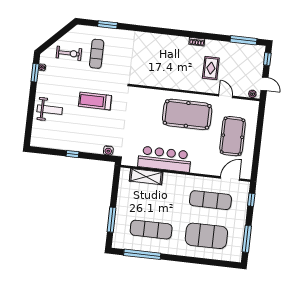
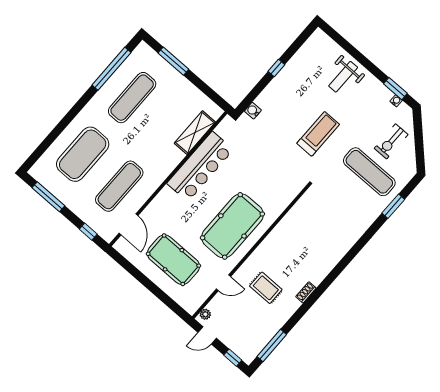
exercise mat: (97, 54) -> (369, 172), width x1.36, depth x1.45

